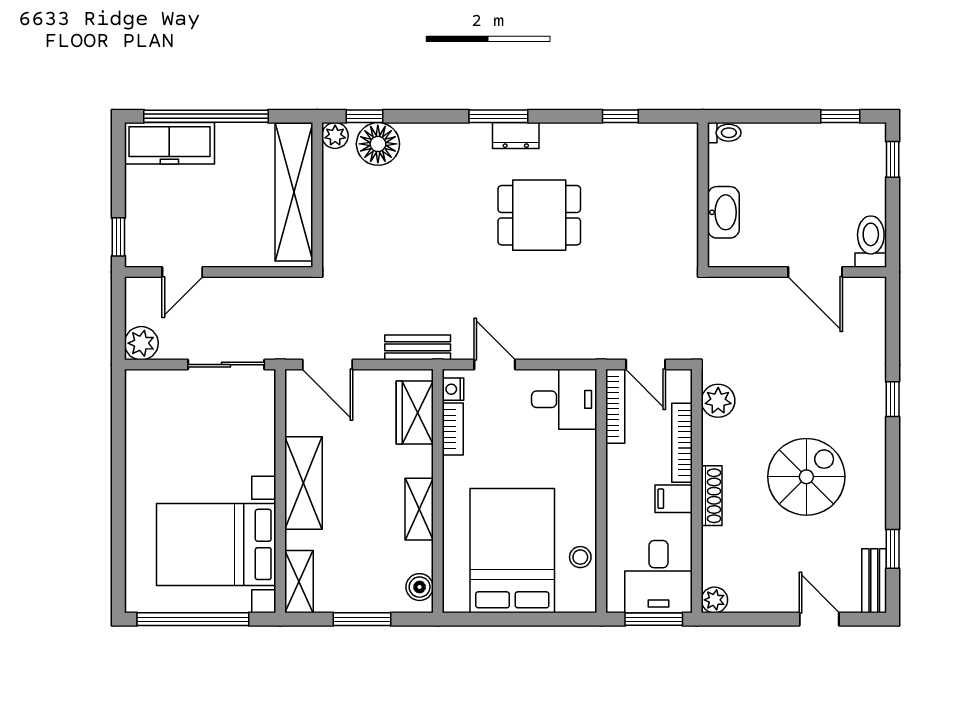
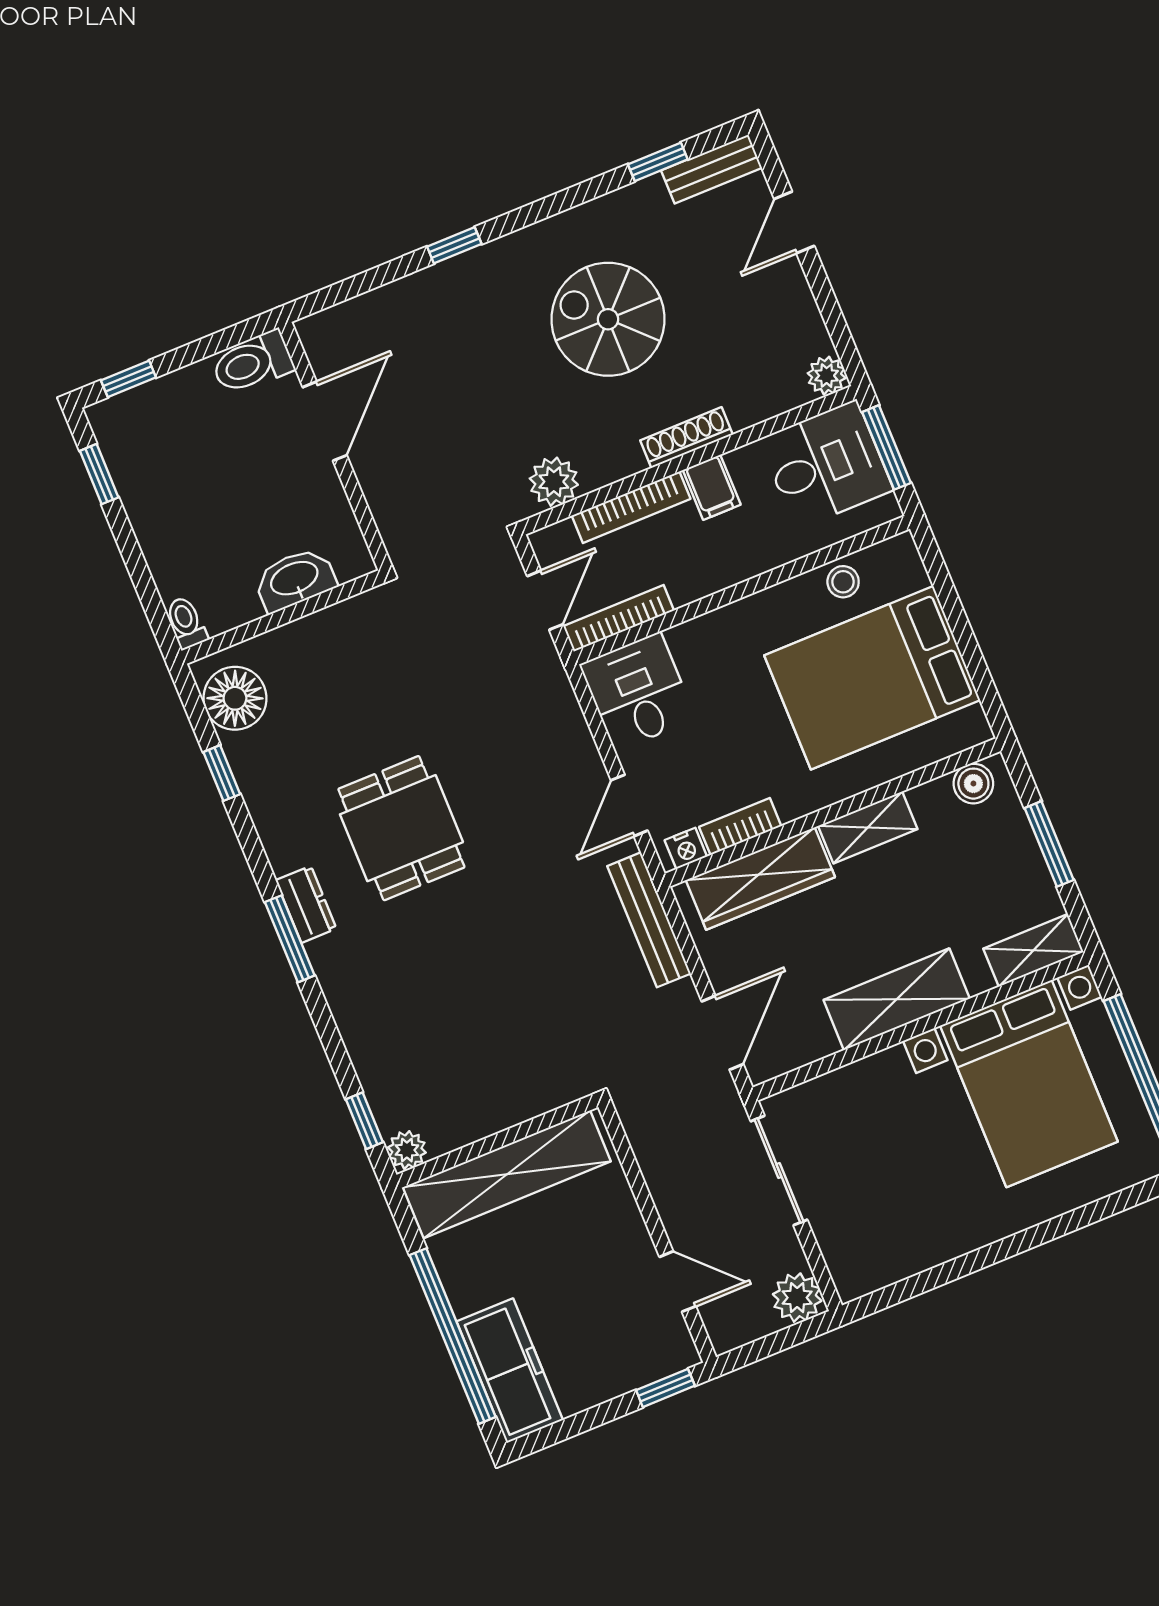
floor lamp: (378, 144) -> (235, 698), moved
bench: (418, 347) -> (649, 920), width x1.36
wardrobe: (415, 412) -> (760, 879), width x1.50

